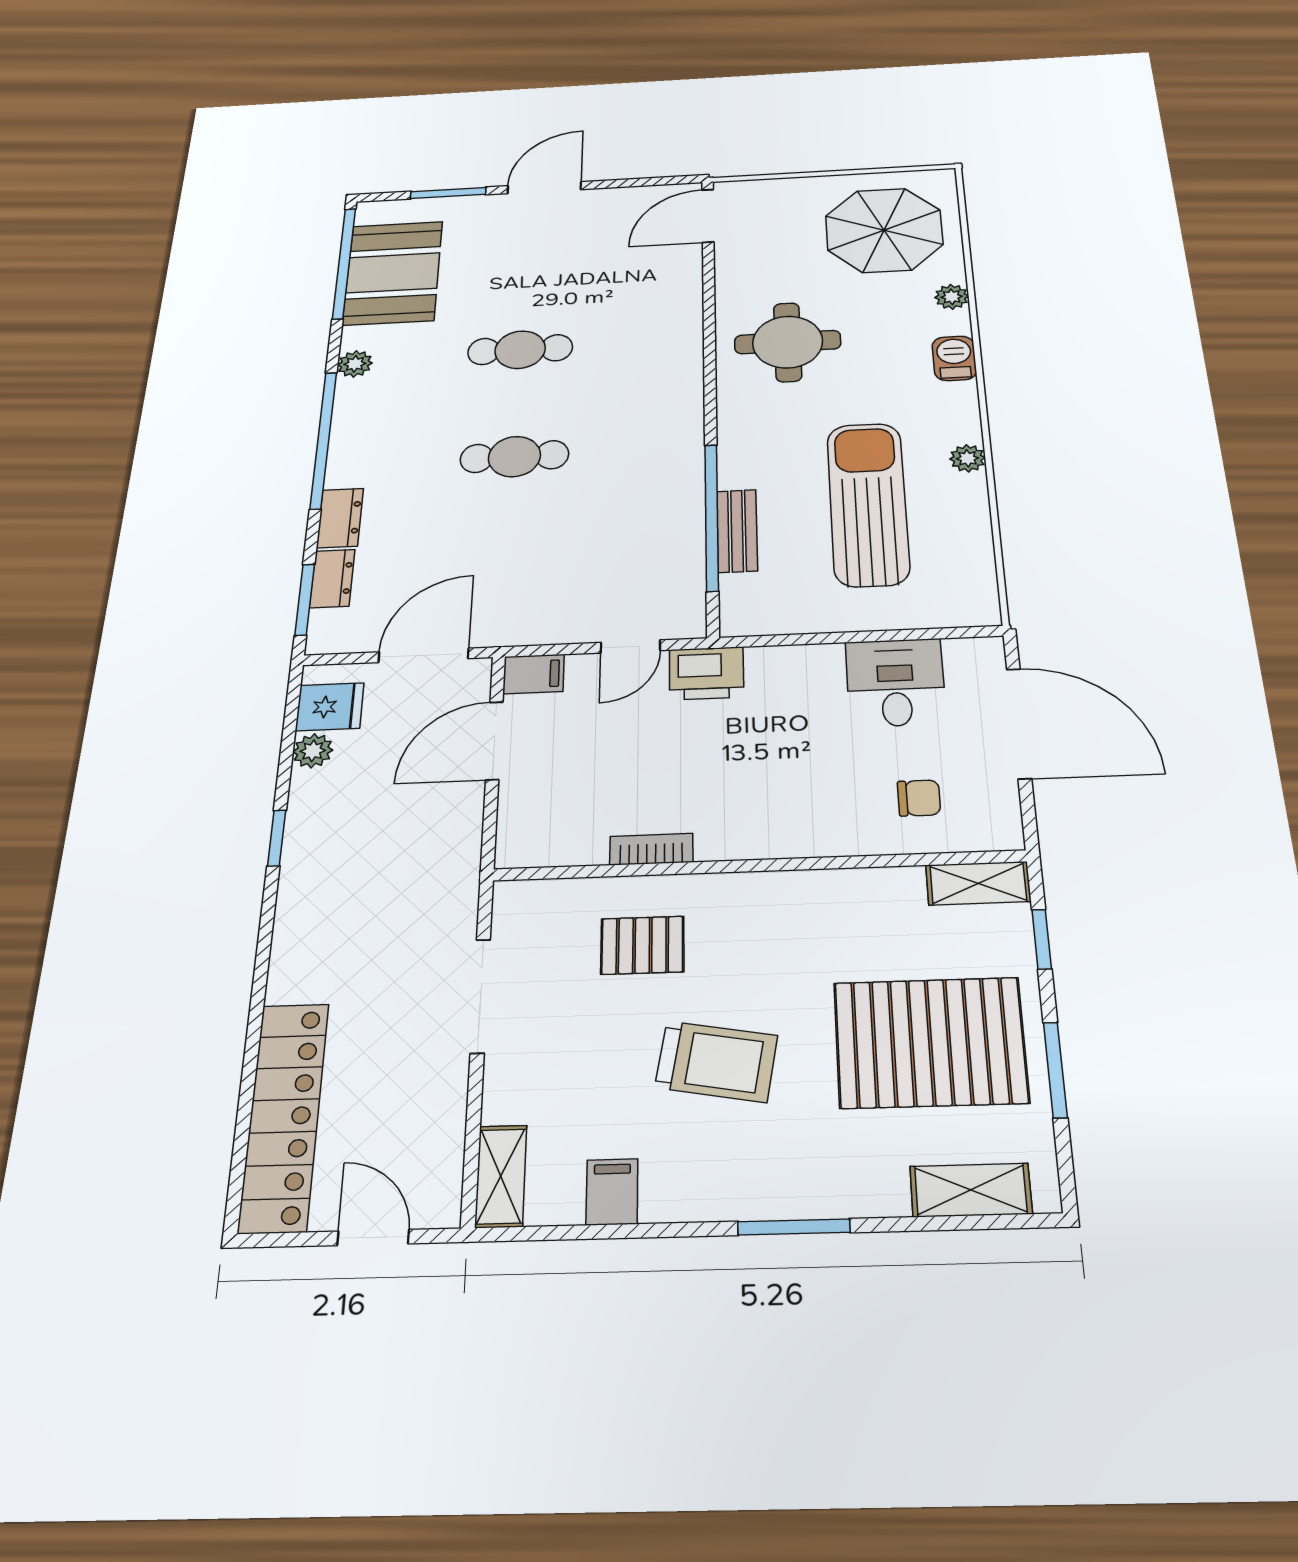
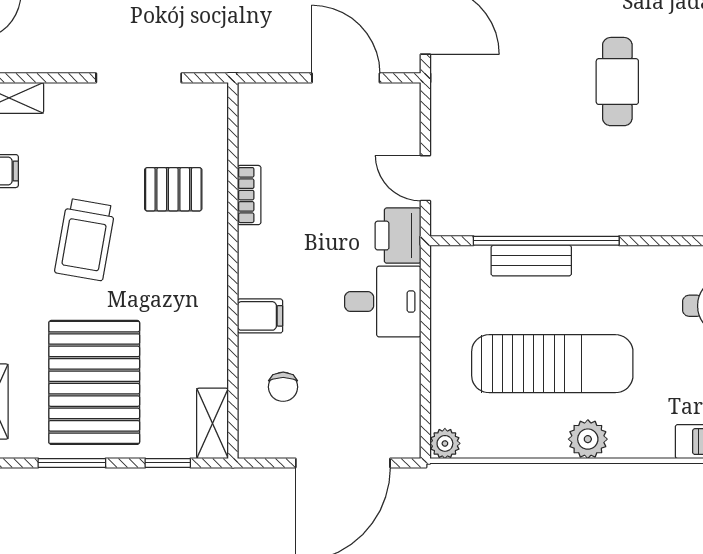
plant: (967, 458) -> (588, 439), width x1.38, depth x1.38
plant: (981, 610) -> (445, 443), added
filing cabinet: (534, 674) -> (260, 316), moved, turned -90
desk: (895, 683) -> (383, 302), moved
pallet: (642, 945) -> (173, 189), turned 90

